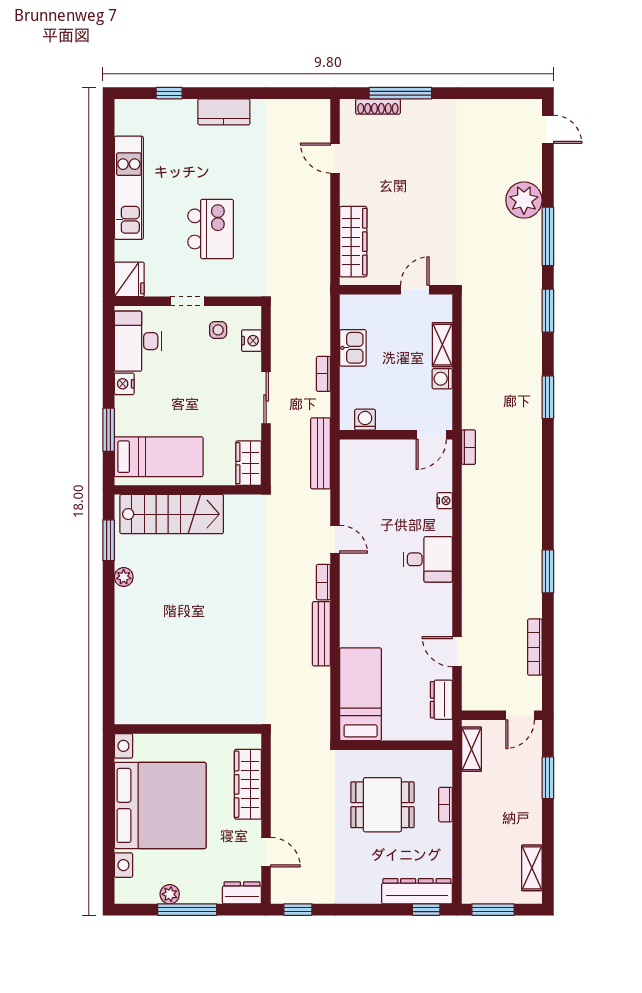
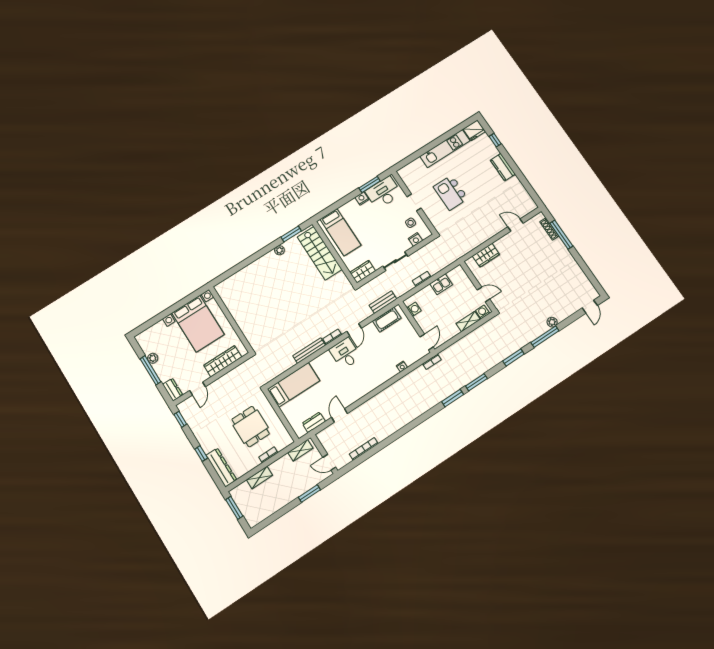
door: (335, 158) -> (516, 225), hinge flipped
plant: (524, 200) -> (552, 322), width x0.53, depth x0.53
kitchen island: (211, 229) -> (451, 193), turned 90
wardrobe: (353, 242) -> (486, 255), width x0.67
fridge: (129, 279) -> (474, 130), moved
washing machine: (442, 379) -> (483, 312), moved
window: (109, 430) -> (370, 184), moved
door: (431, 435) -> (426, 342), swing flipped
bench: (321, 453) -> (383, 302), width x0.73
cot: (353, 475) -> (387, 320), added
desk: (428, 559) -> (345, 353), moved, turned 180
window: (548, 571) -> (453, 398), moved
bed with nightstands: (160, 805) -> (198, 324), width x0.73
shelving: (532, 868) -> (259, 478), moved
window: (426, 910) -> (201, 454), moved

